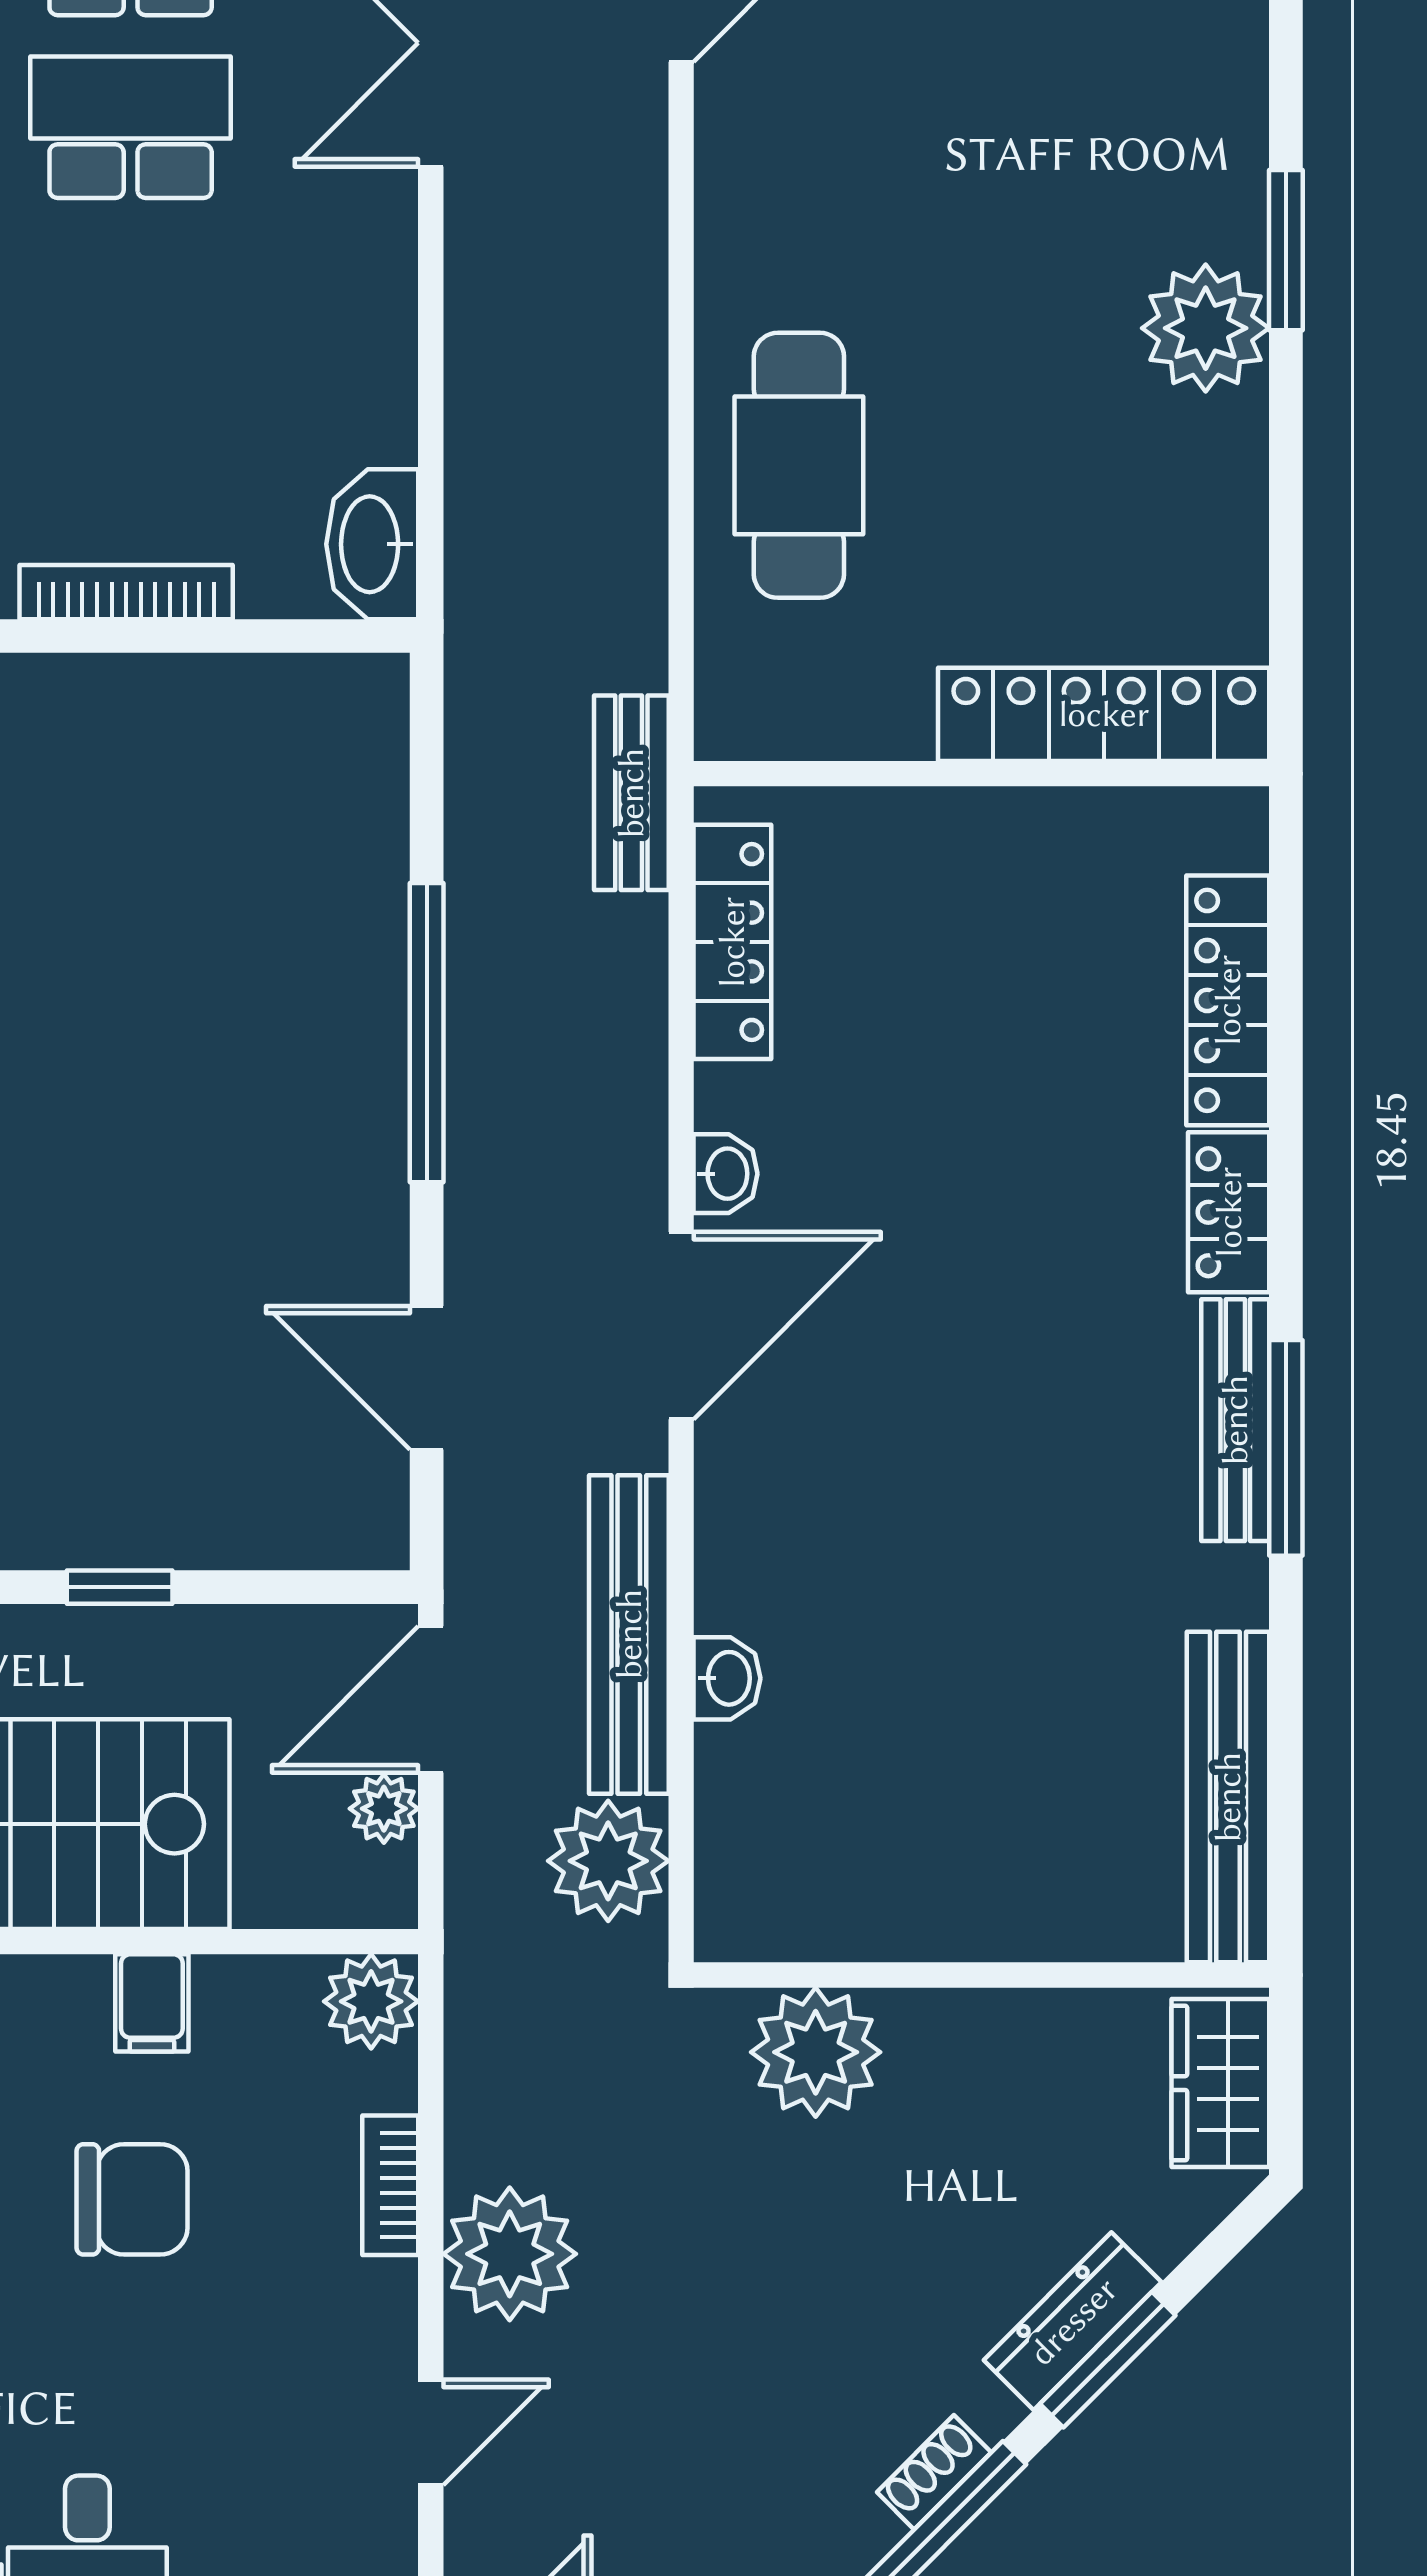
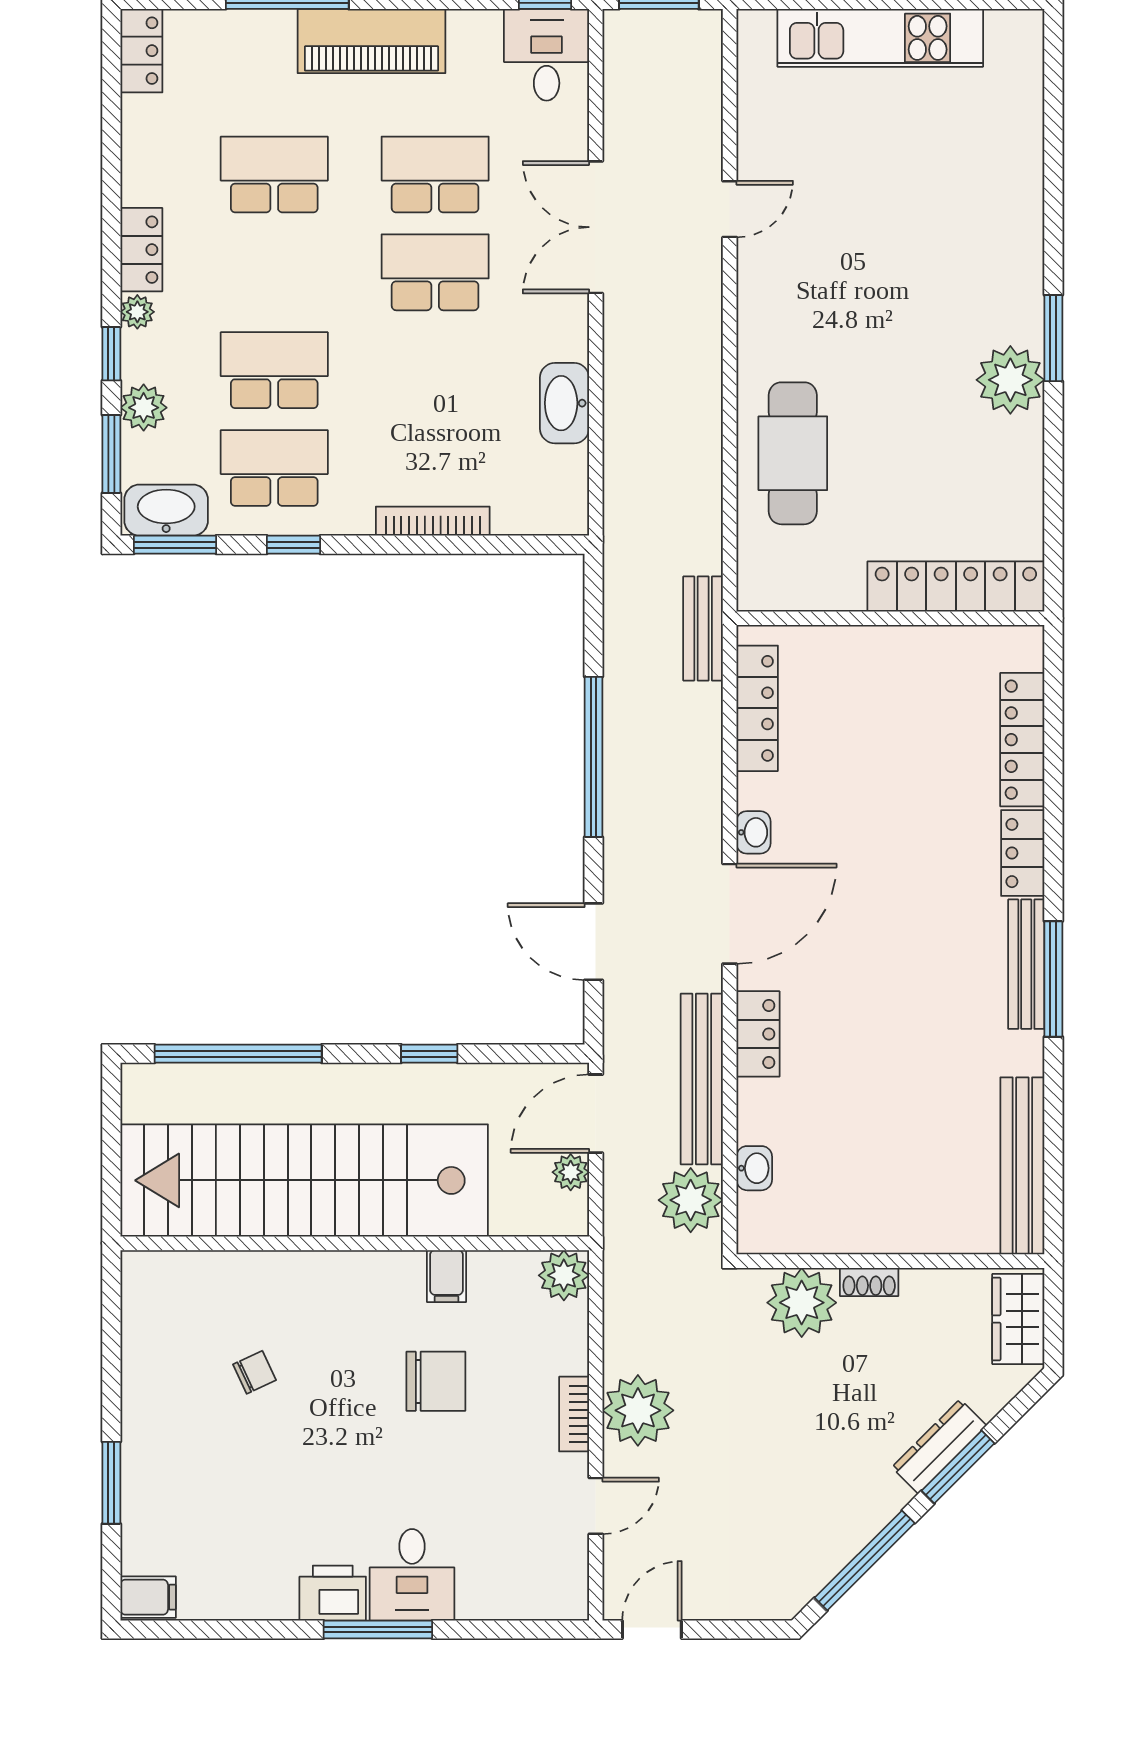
washbasin: (372, 544) -> (564, 403), moved
locker: (734, 1550) -> (758, 1034), added
washbasin: (727, 1678) -> (754, 1168), moved
bookcase: (390, 2185) -> (574, 1414), moved
shoe rack: (934, 2472) -> (869, 1282), moved, turned -135

